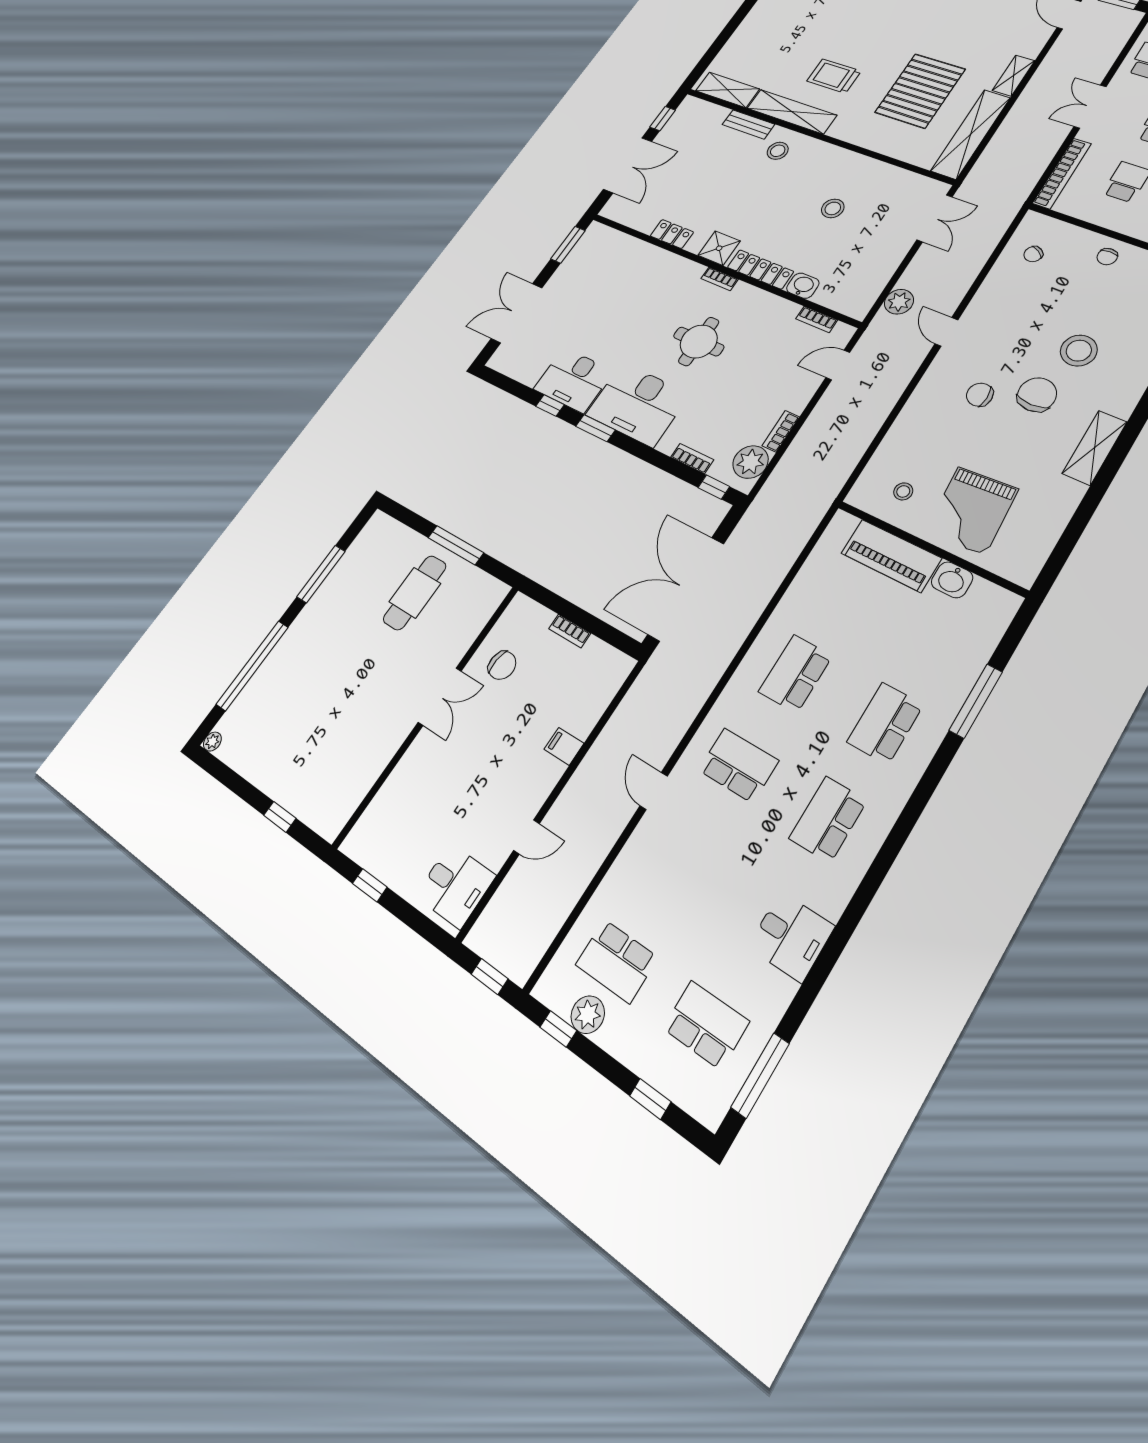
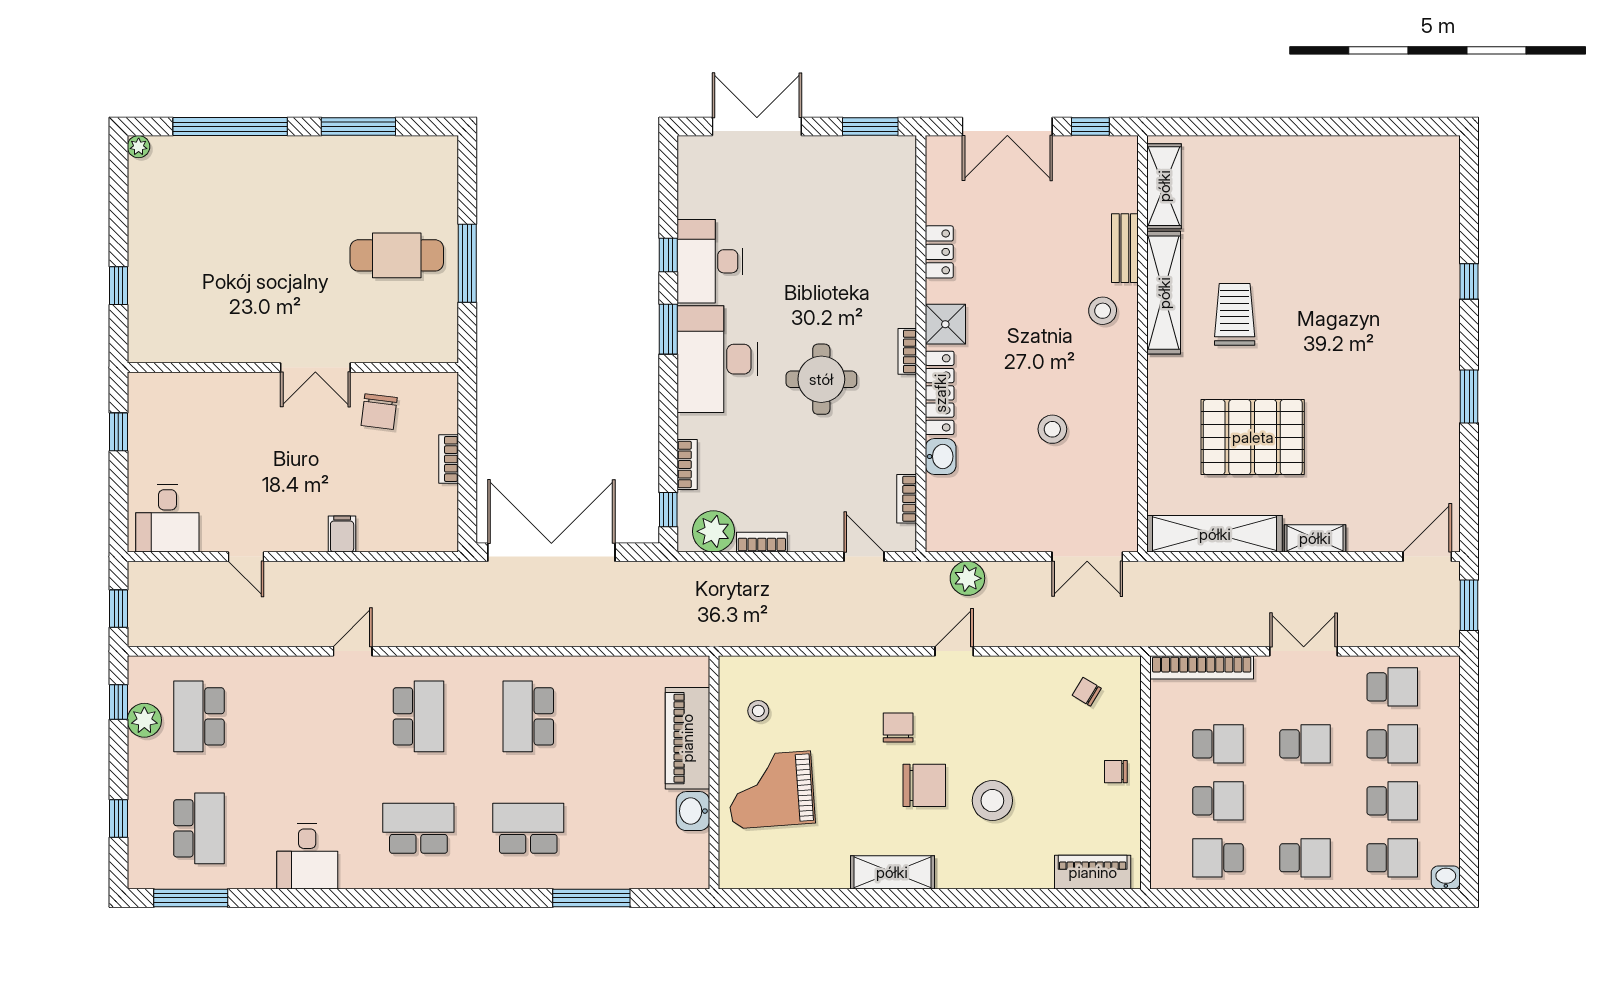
school desk: (795, 674) -> (528, 716), turned -90

